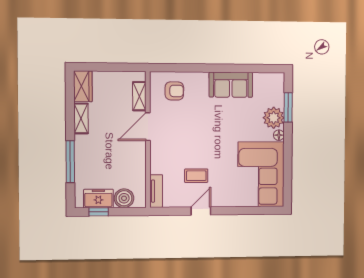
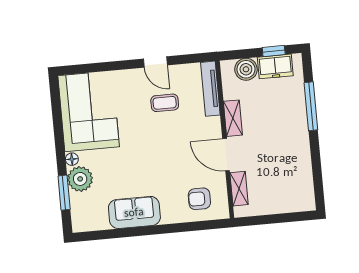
wardrobe: (83, 86) -> (304, 194), removed
shelving: (81, 118) -> (233, 118), moved
door: (148, 127) -> (226, 155), swing flipped
tv unit: (156, 191) -> (210, 89), width x1.41
door: (201, 211) -> (155, 62), hinge flipped

